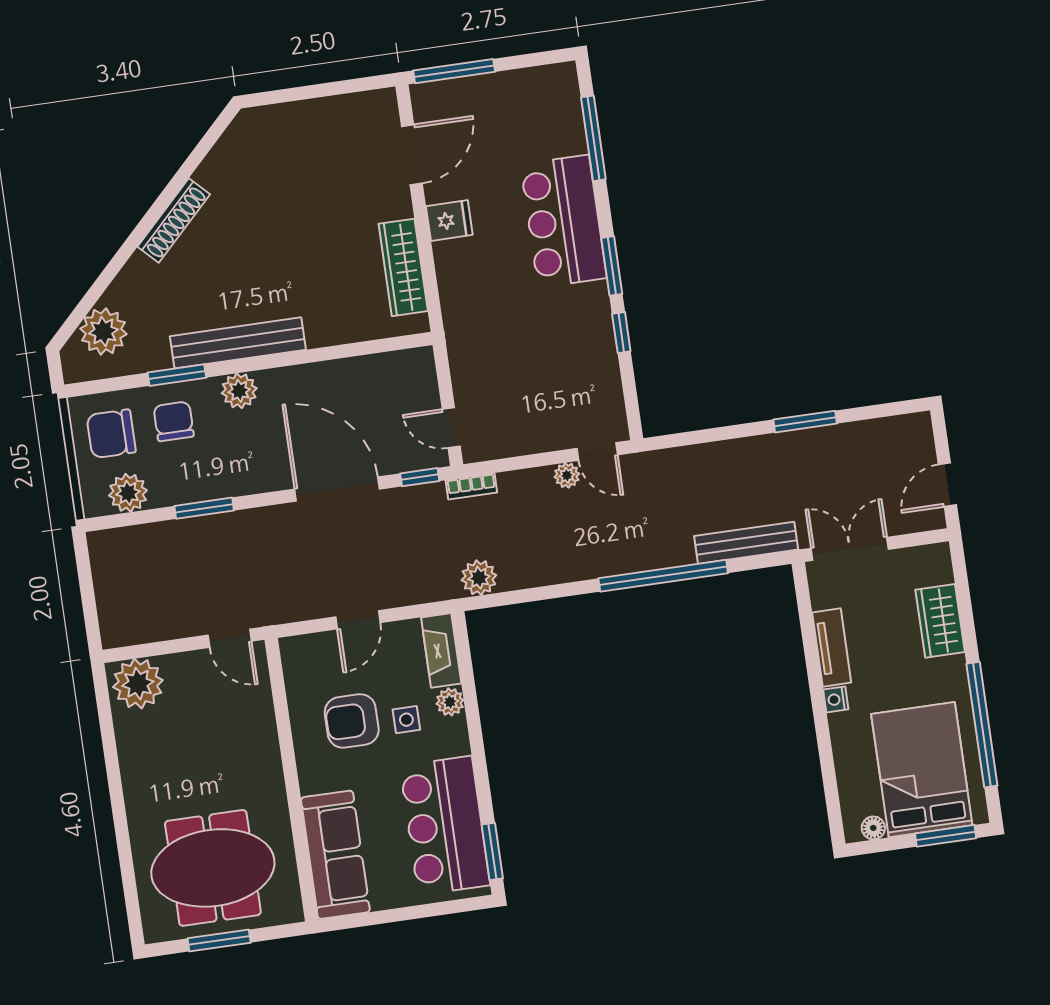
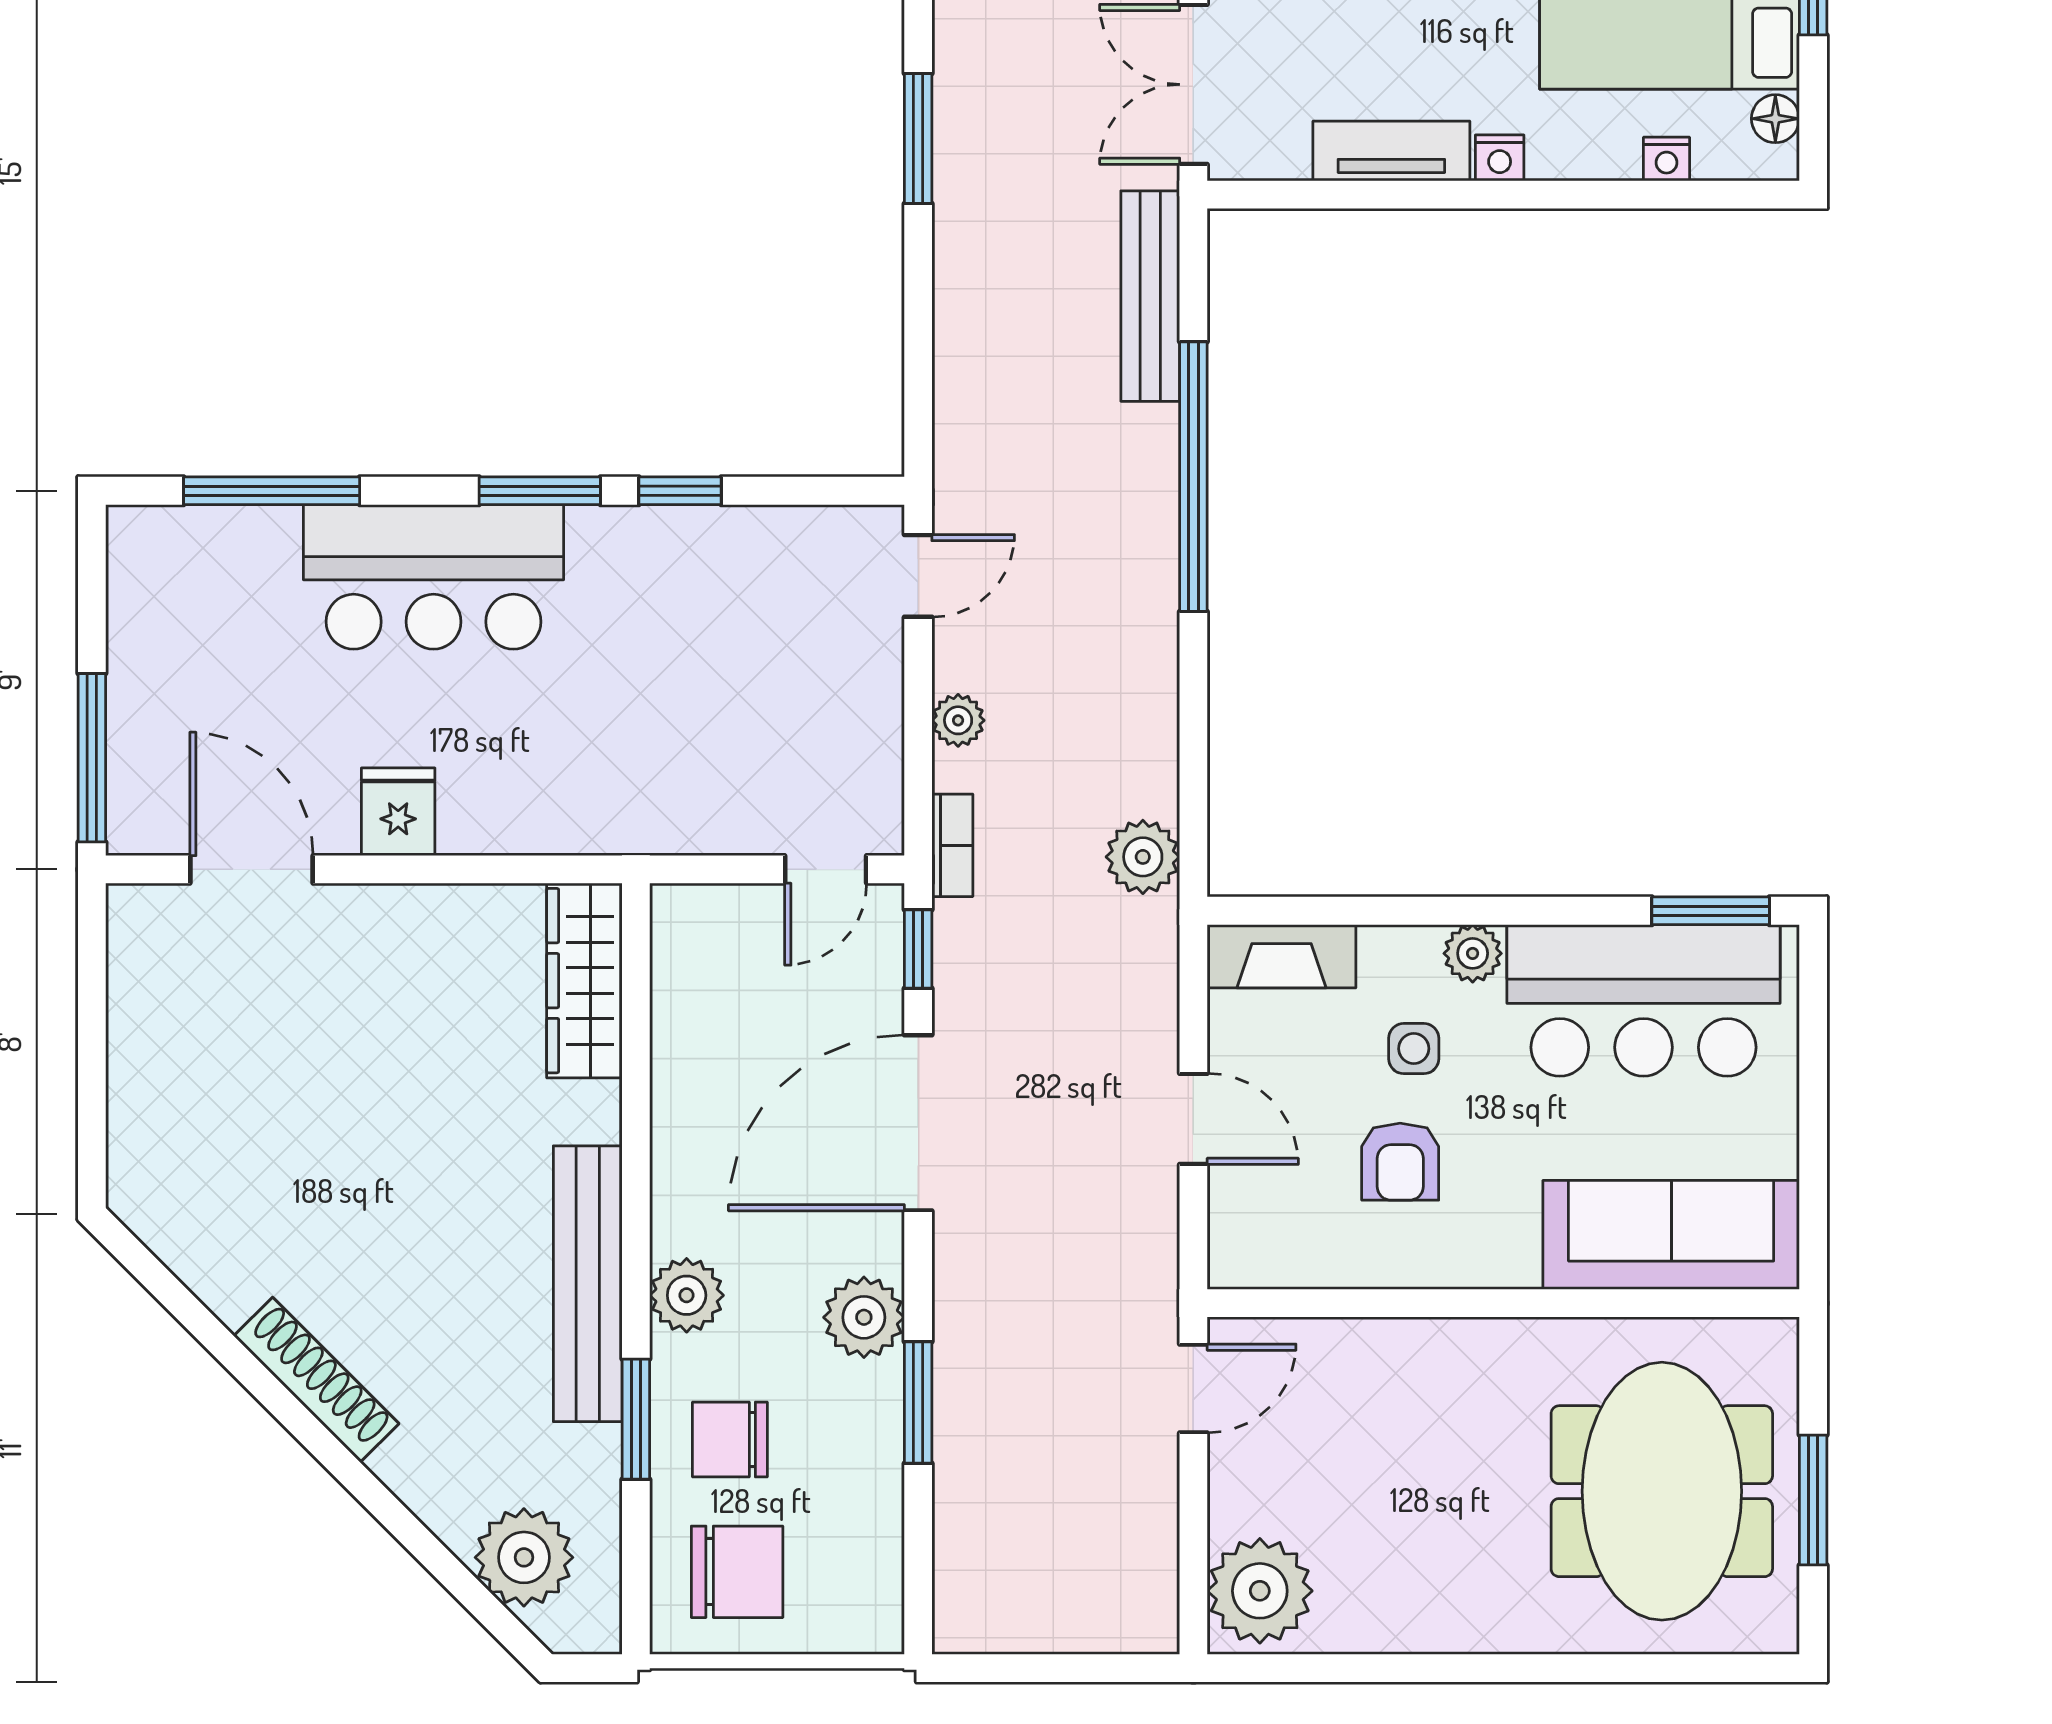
wardrobe: (403, 267) -> (584, 981), moved, turned 90
chair: (111, 434) -> (737, 1572), turned -90
plant: (567, 475) -> (958, 720), moved
plant: (128, 493) -> (864, 1317), moved
plant: (450, 702) -> (1473, 953), moved
armchair: (352, 721) -> (1400, 1162), width x0.72, depth x0.72
nightstand: (847, 779) -> (1666, 159), added

